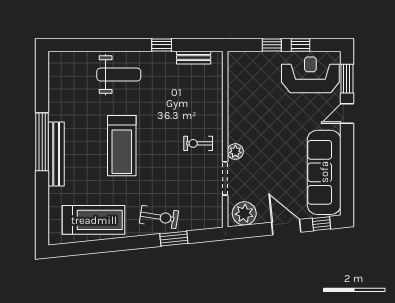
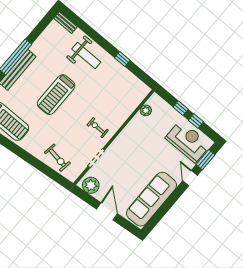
bench: (194, 58) -> (65, 23), moved
door: (347, 113) -> (190, 178), hinge flipped
plant: (235, 152) -> (146, 110), moved
exercise bike: (159, 217) -> (57, 158), moved
window: (321, 224) -> (127, 225), removed
window: (174, 239) -> (42, 167), removed

